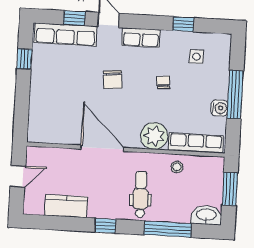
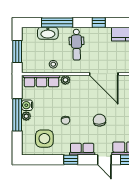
window: (183, 24) -> (71, 160), moved
side table: (196, 57) -> (44, 139), width x1.87, depth x1.87
plant: (222, 92) -> (26, 116), added
plant: (154, 136) -> (65, 80), width x0.53, depth x0.53
washbasin: (206, 215) -> (48, 33), moved

